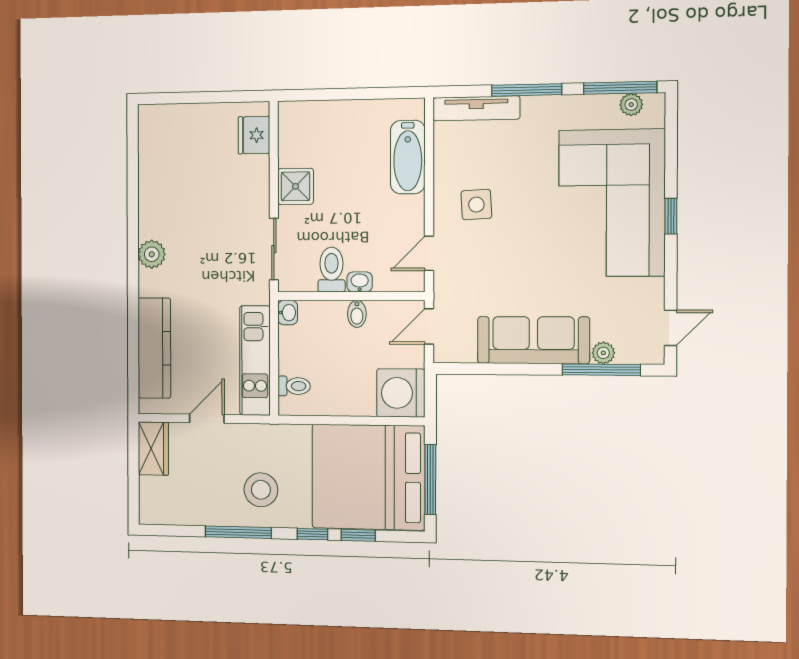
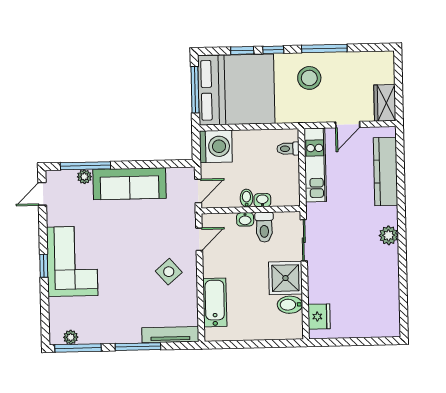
bidet: (296, 153) -> (290, 305), added
shower: (295, 186) -> (285, 278), width x1.36, depth x1.36
corner sofa: (612, 203) -> (72, 261), width x0.73, depth x0.74
side table: (476, 205) -> (169, 272), turned -38
washbasin: (288, 313) -> (262, 200), moved, turned 90

